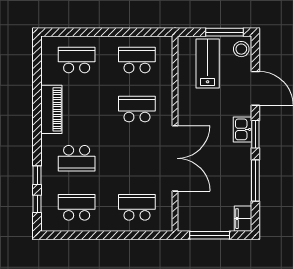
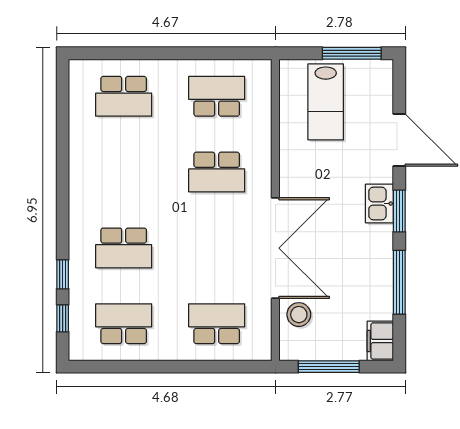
stool: (241, 49) -> (299, 315), moved
school desk: (77, 60) -> (124, 96), turned 180
lab bench: (208, 64) -> (326, 102), turned 180
piano: (51, 109) -> (85, 173), removed
school desk: (137, 109) -> (217, 172), turned 180

